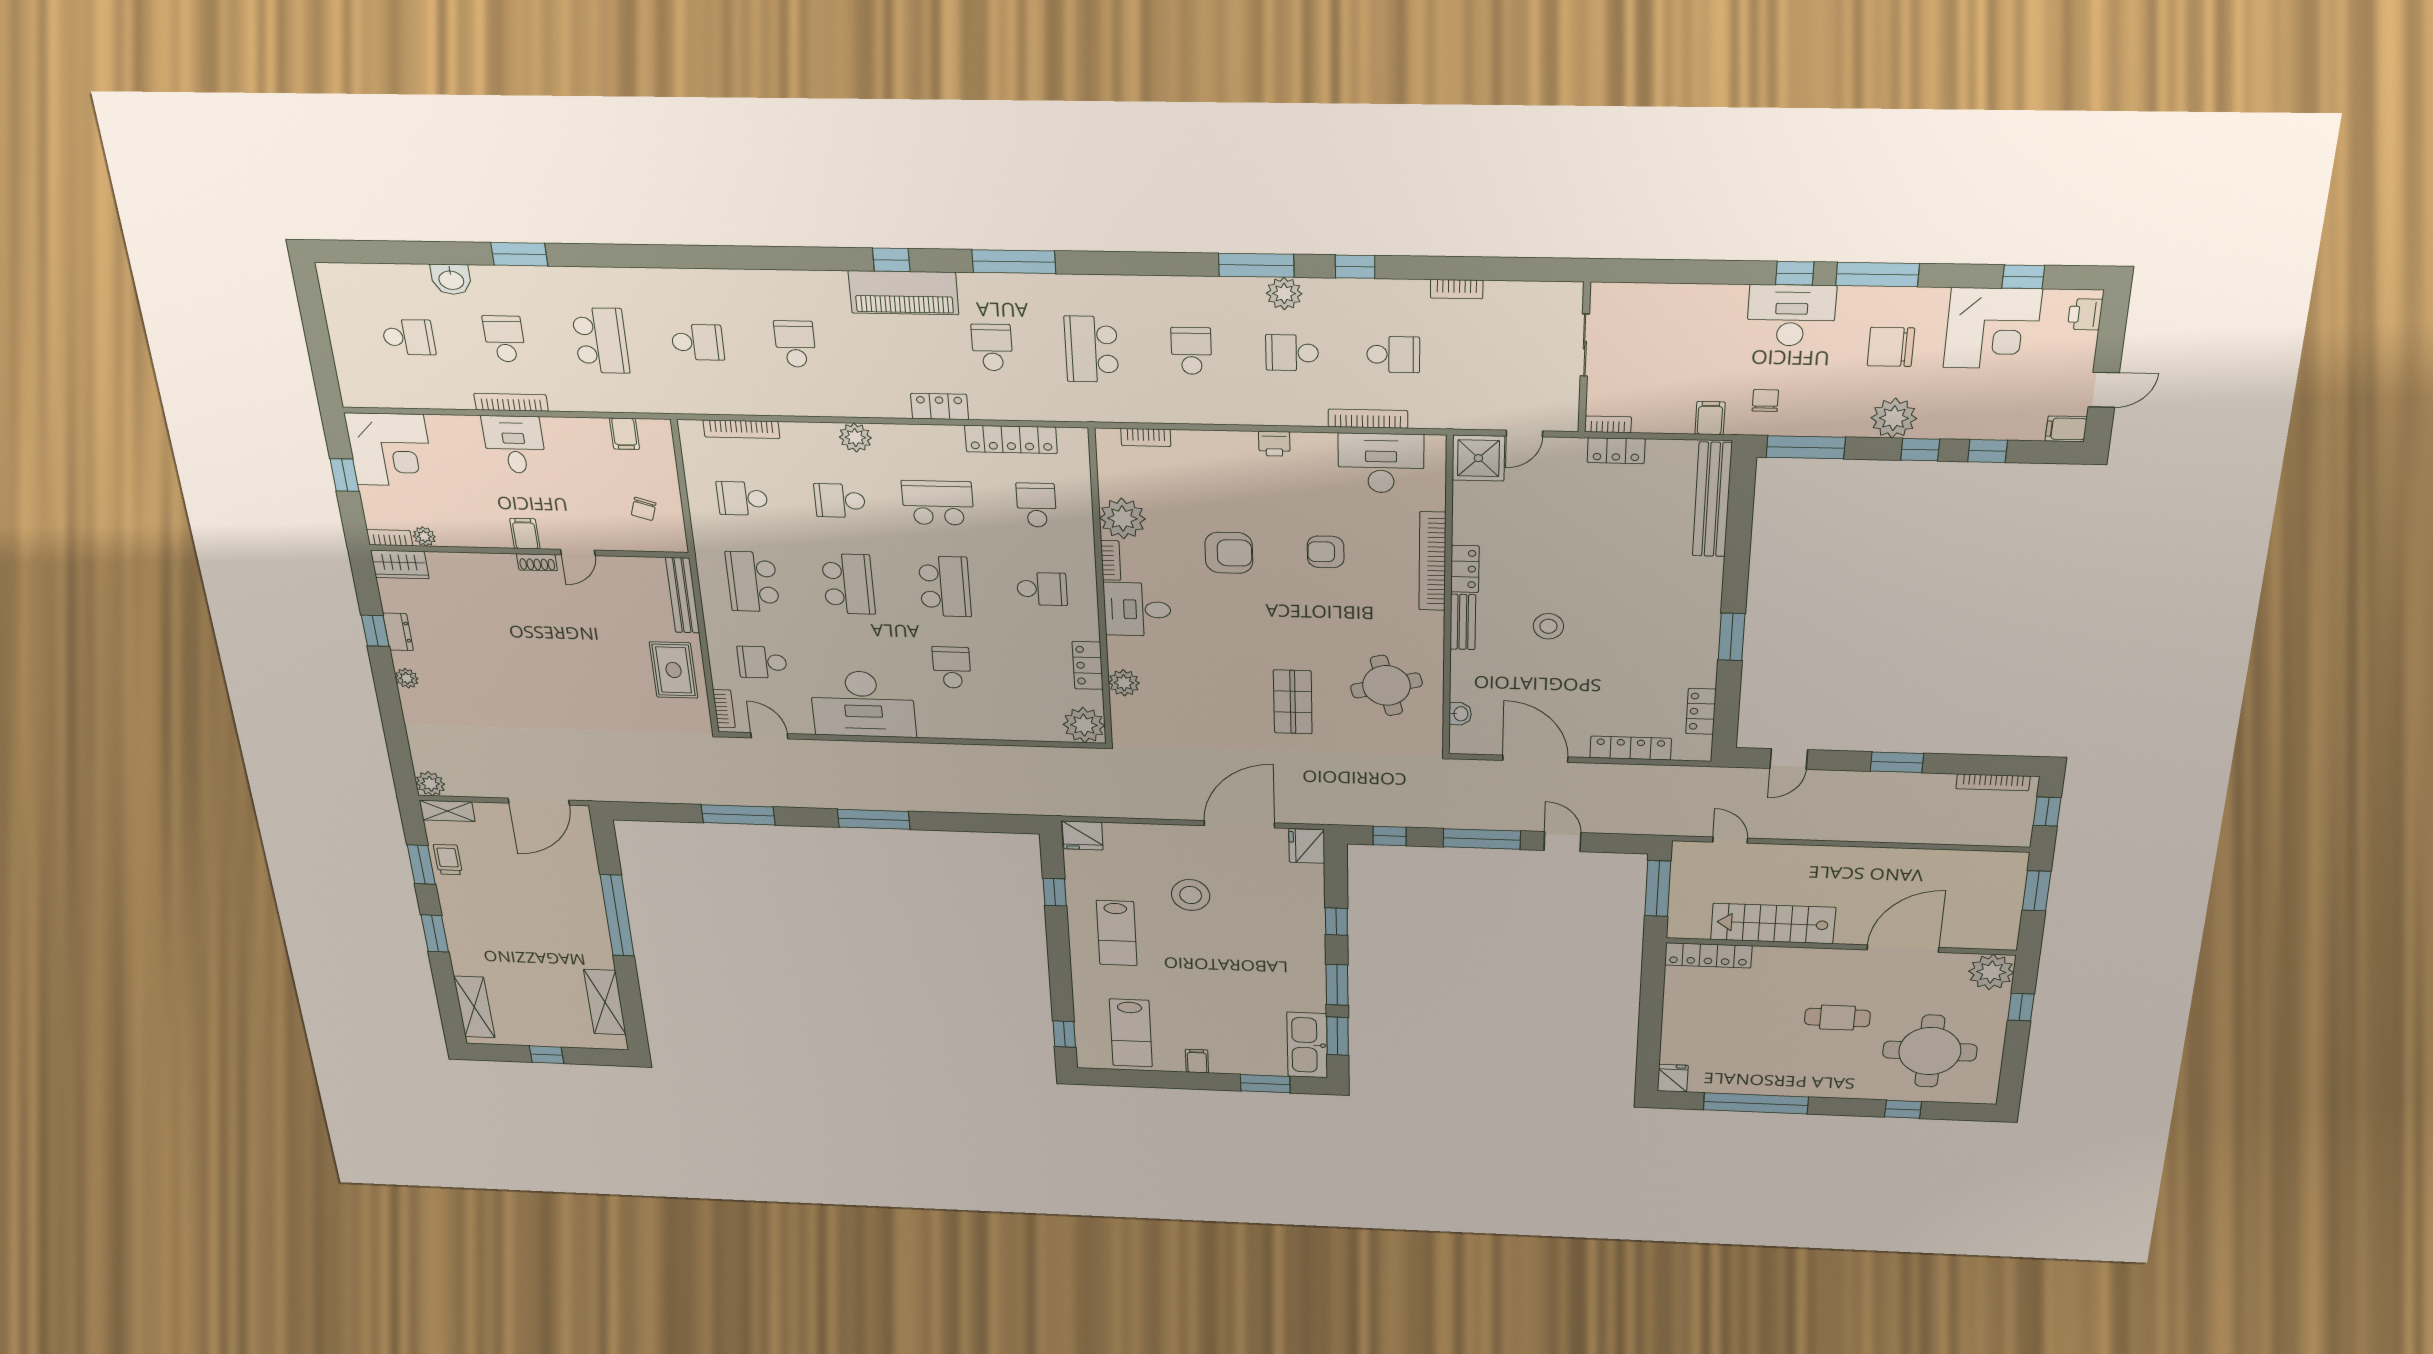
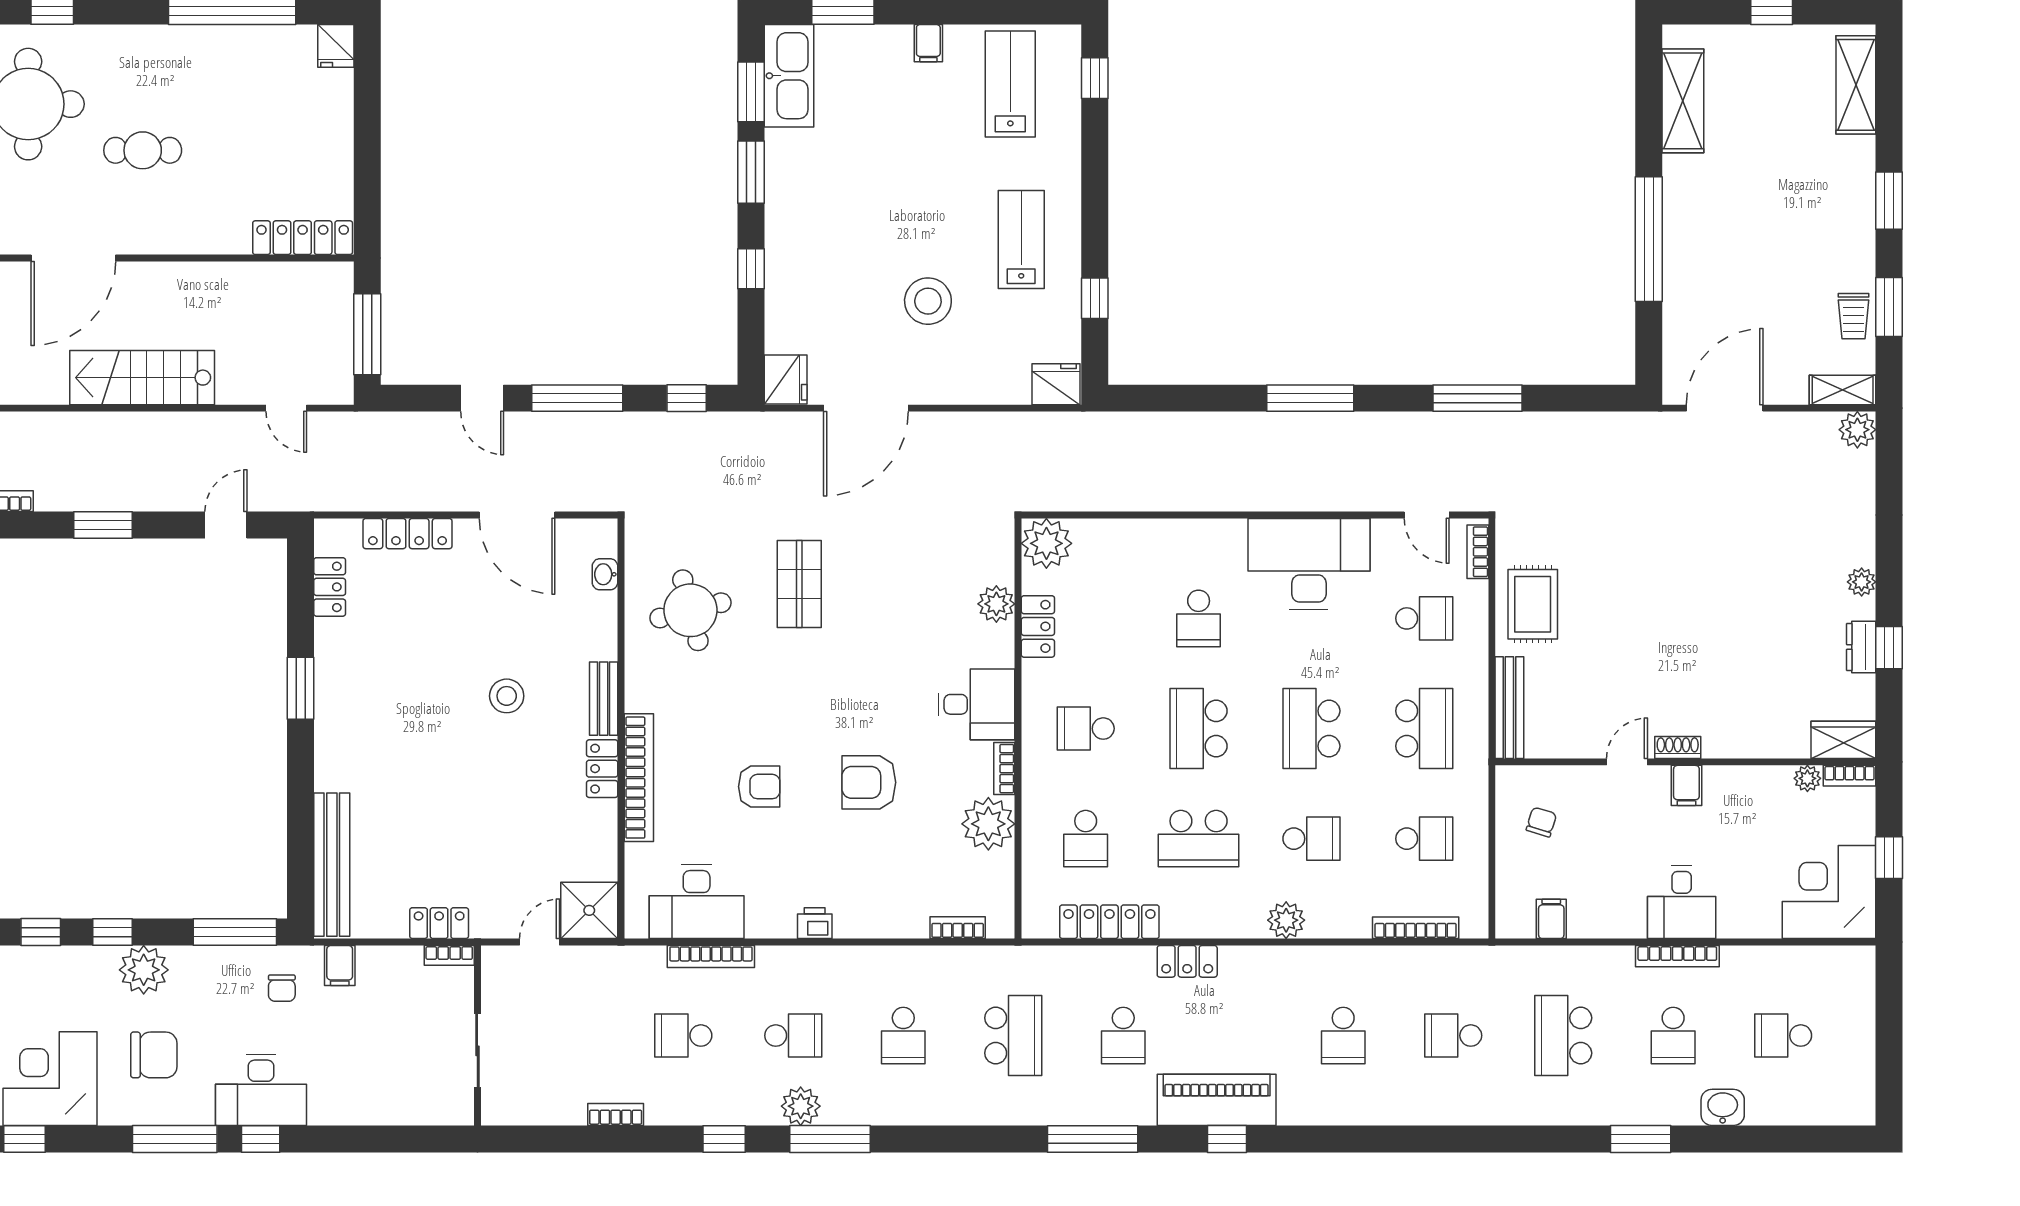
stairs: (1773, 924) -> (142, 378), moved, turned 180

